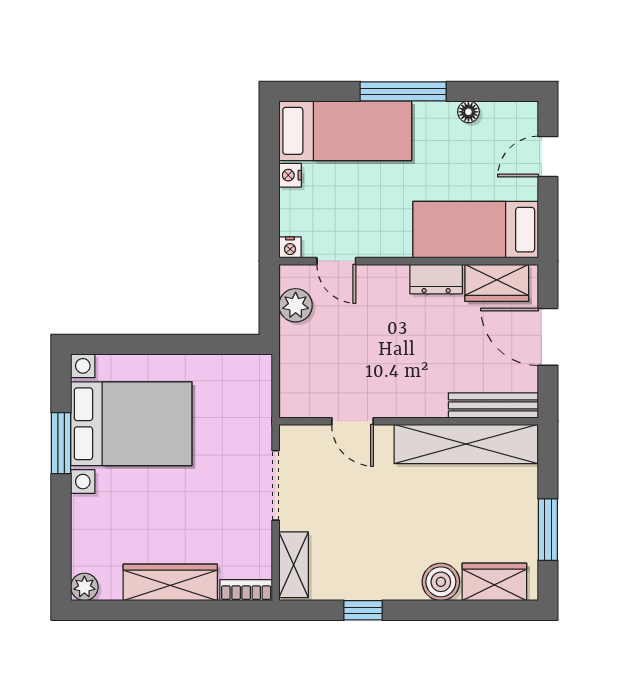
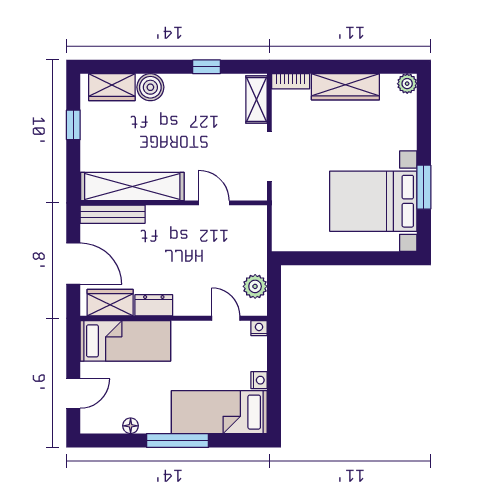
window: (548, 530) -> (73, 125), width x0.67

